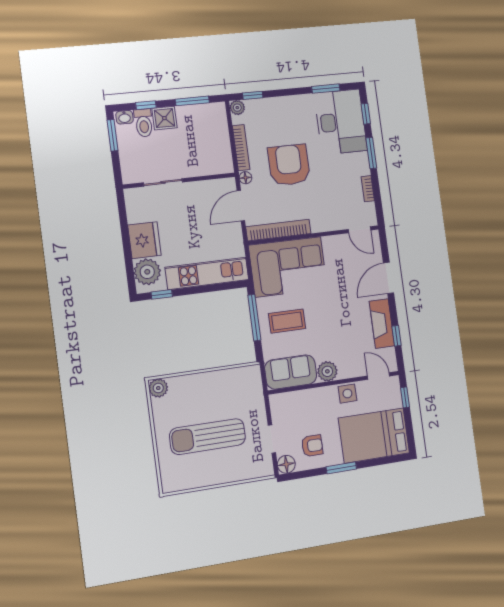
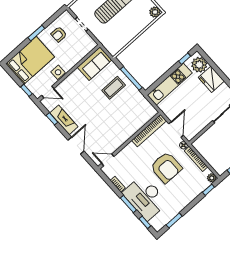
desk: (341, 122) -> (145, 198), moved
corner sofa: (288, 267) -> (132, 115), removed
plant: (327, 371) -> (76, 77), removed
floor lamp: (286, 464) -> (66, 17), removed

